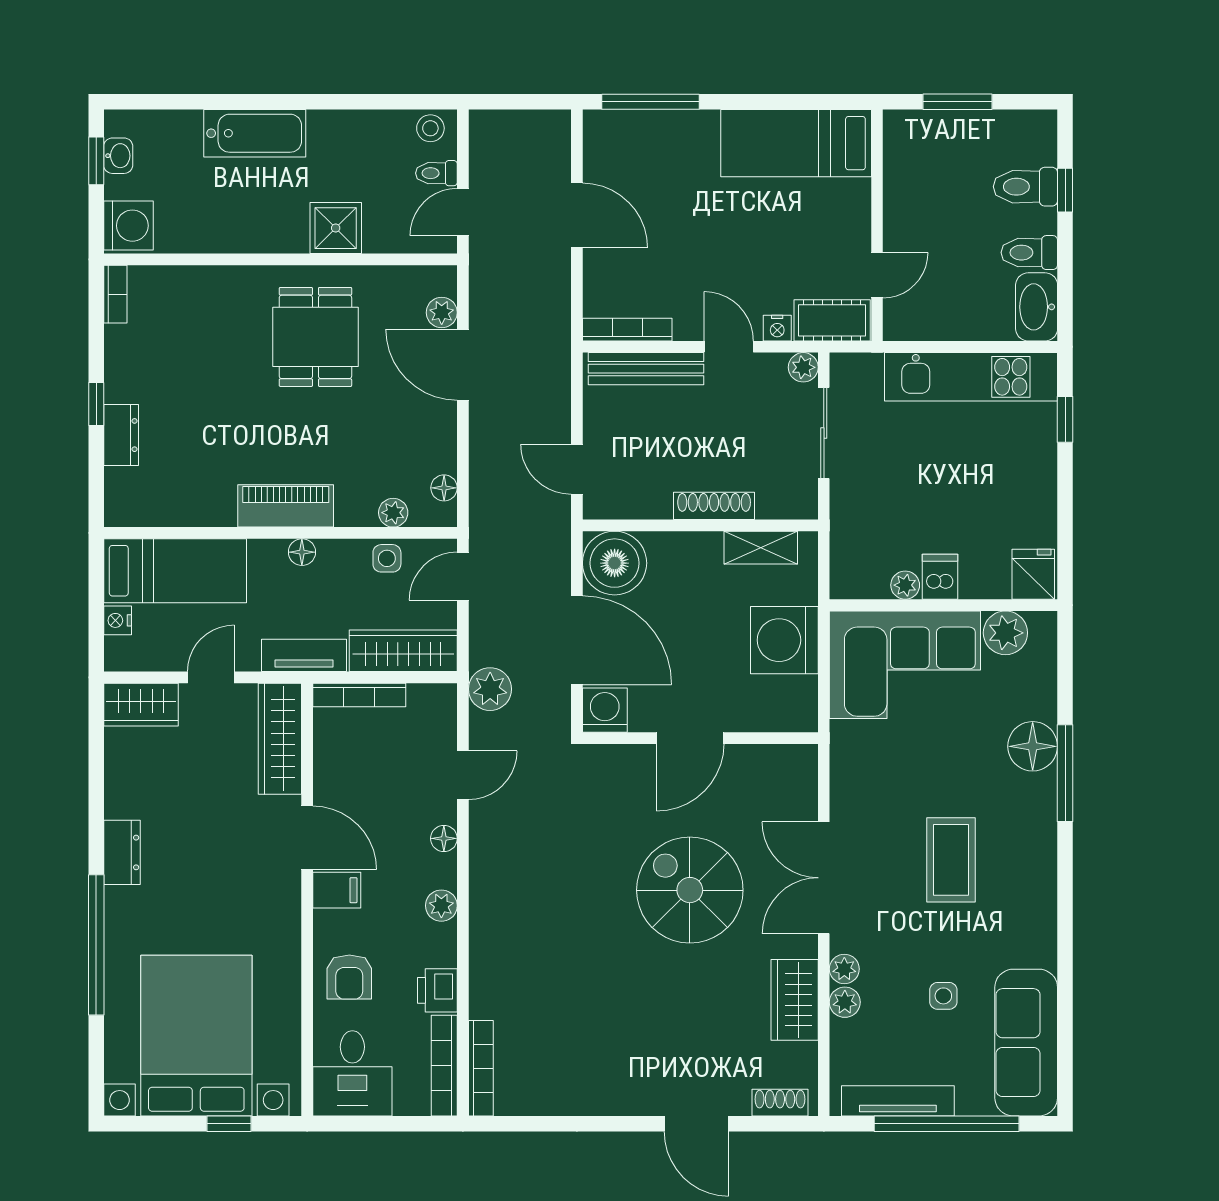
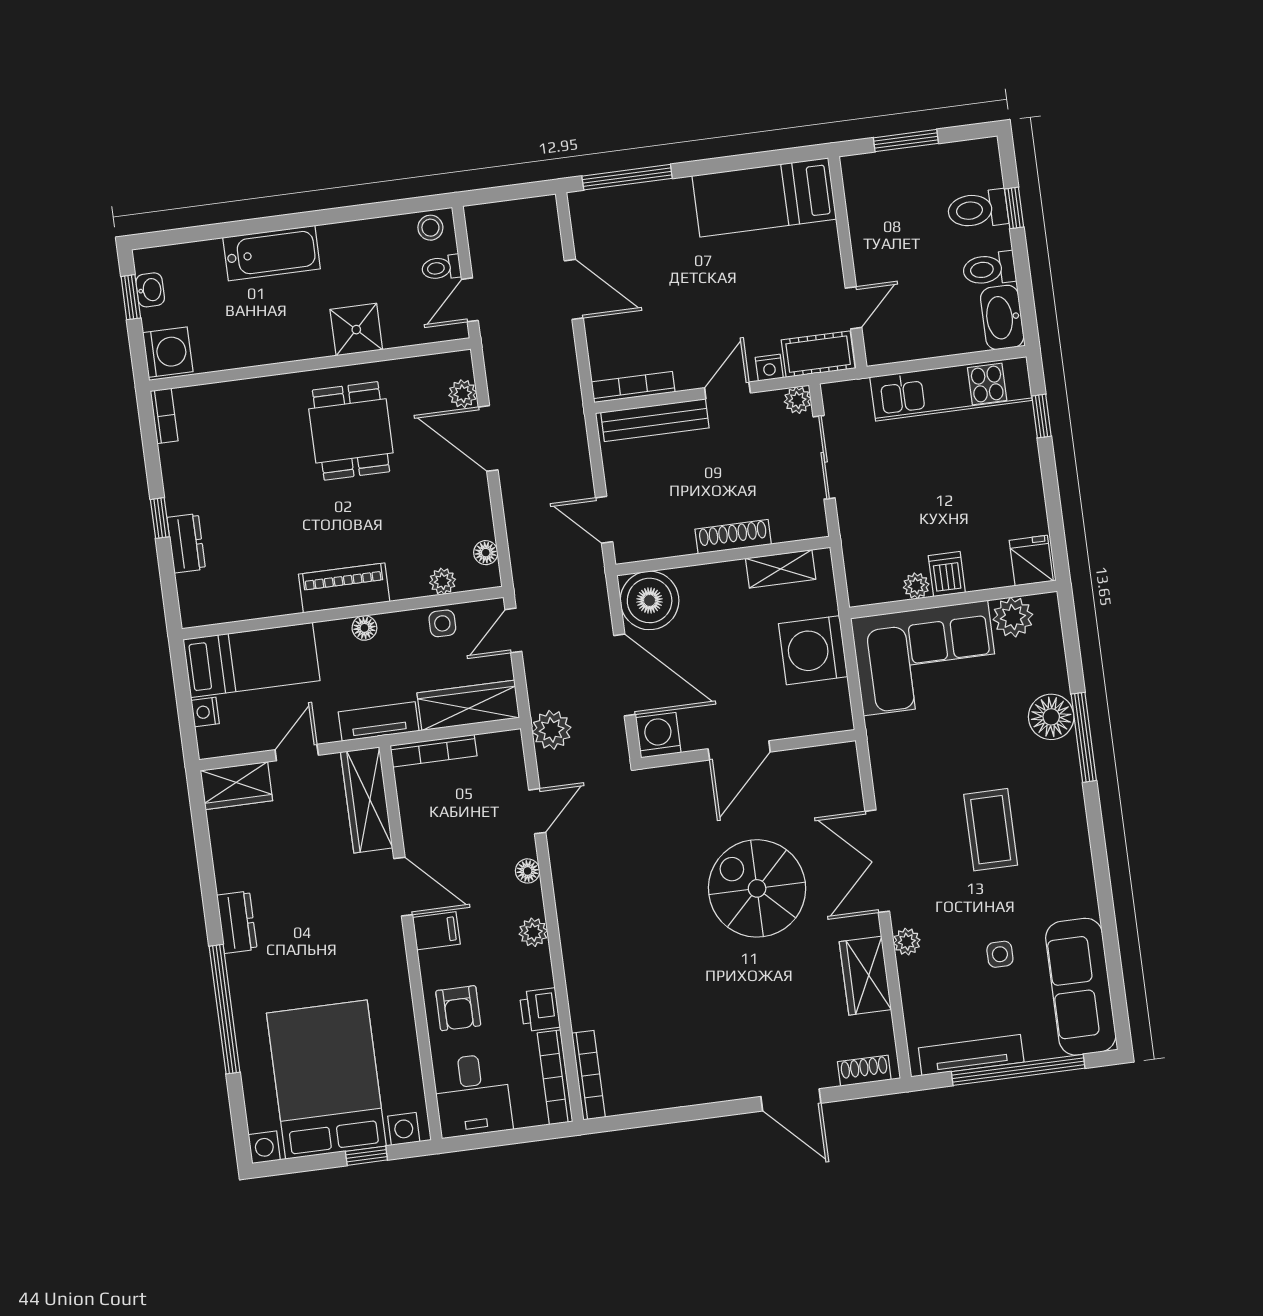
door: (729, 347) -> (727, 390), hinge flipped
plant: (845, 1002) -> (911, 972), removed

